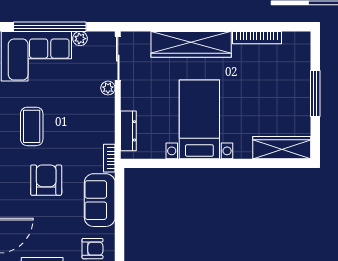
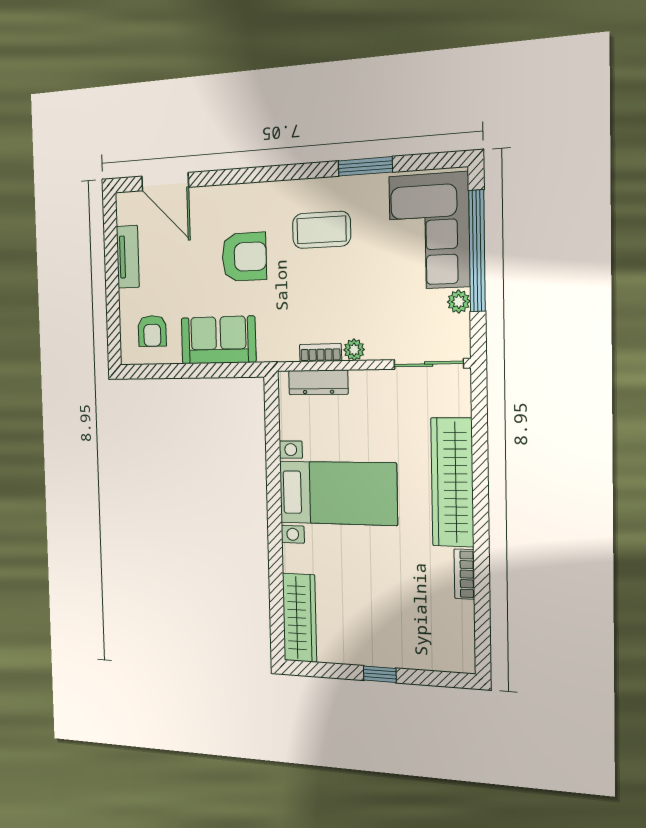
bookcase: (257, 38) -> (464, 574), width x0.64
plant: (108, 88) -> (354, 350), moved
window: (315, 94) -> (380, 674), width x0.46
bookcase: (109, 158) -> (320, 353), moved

